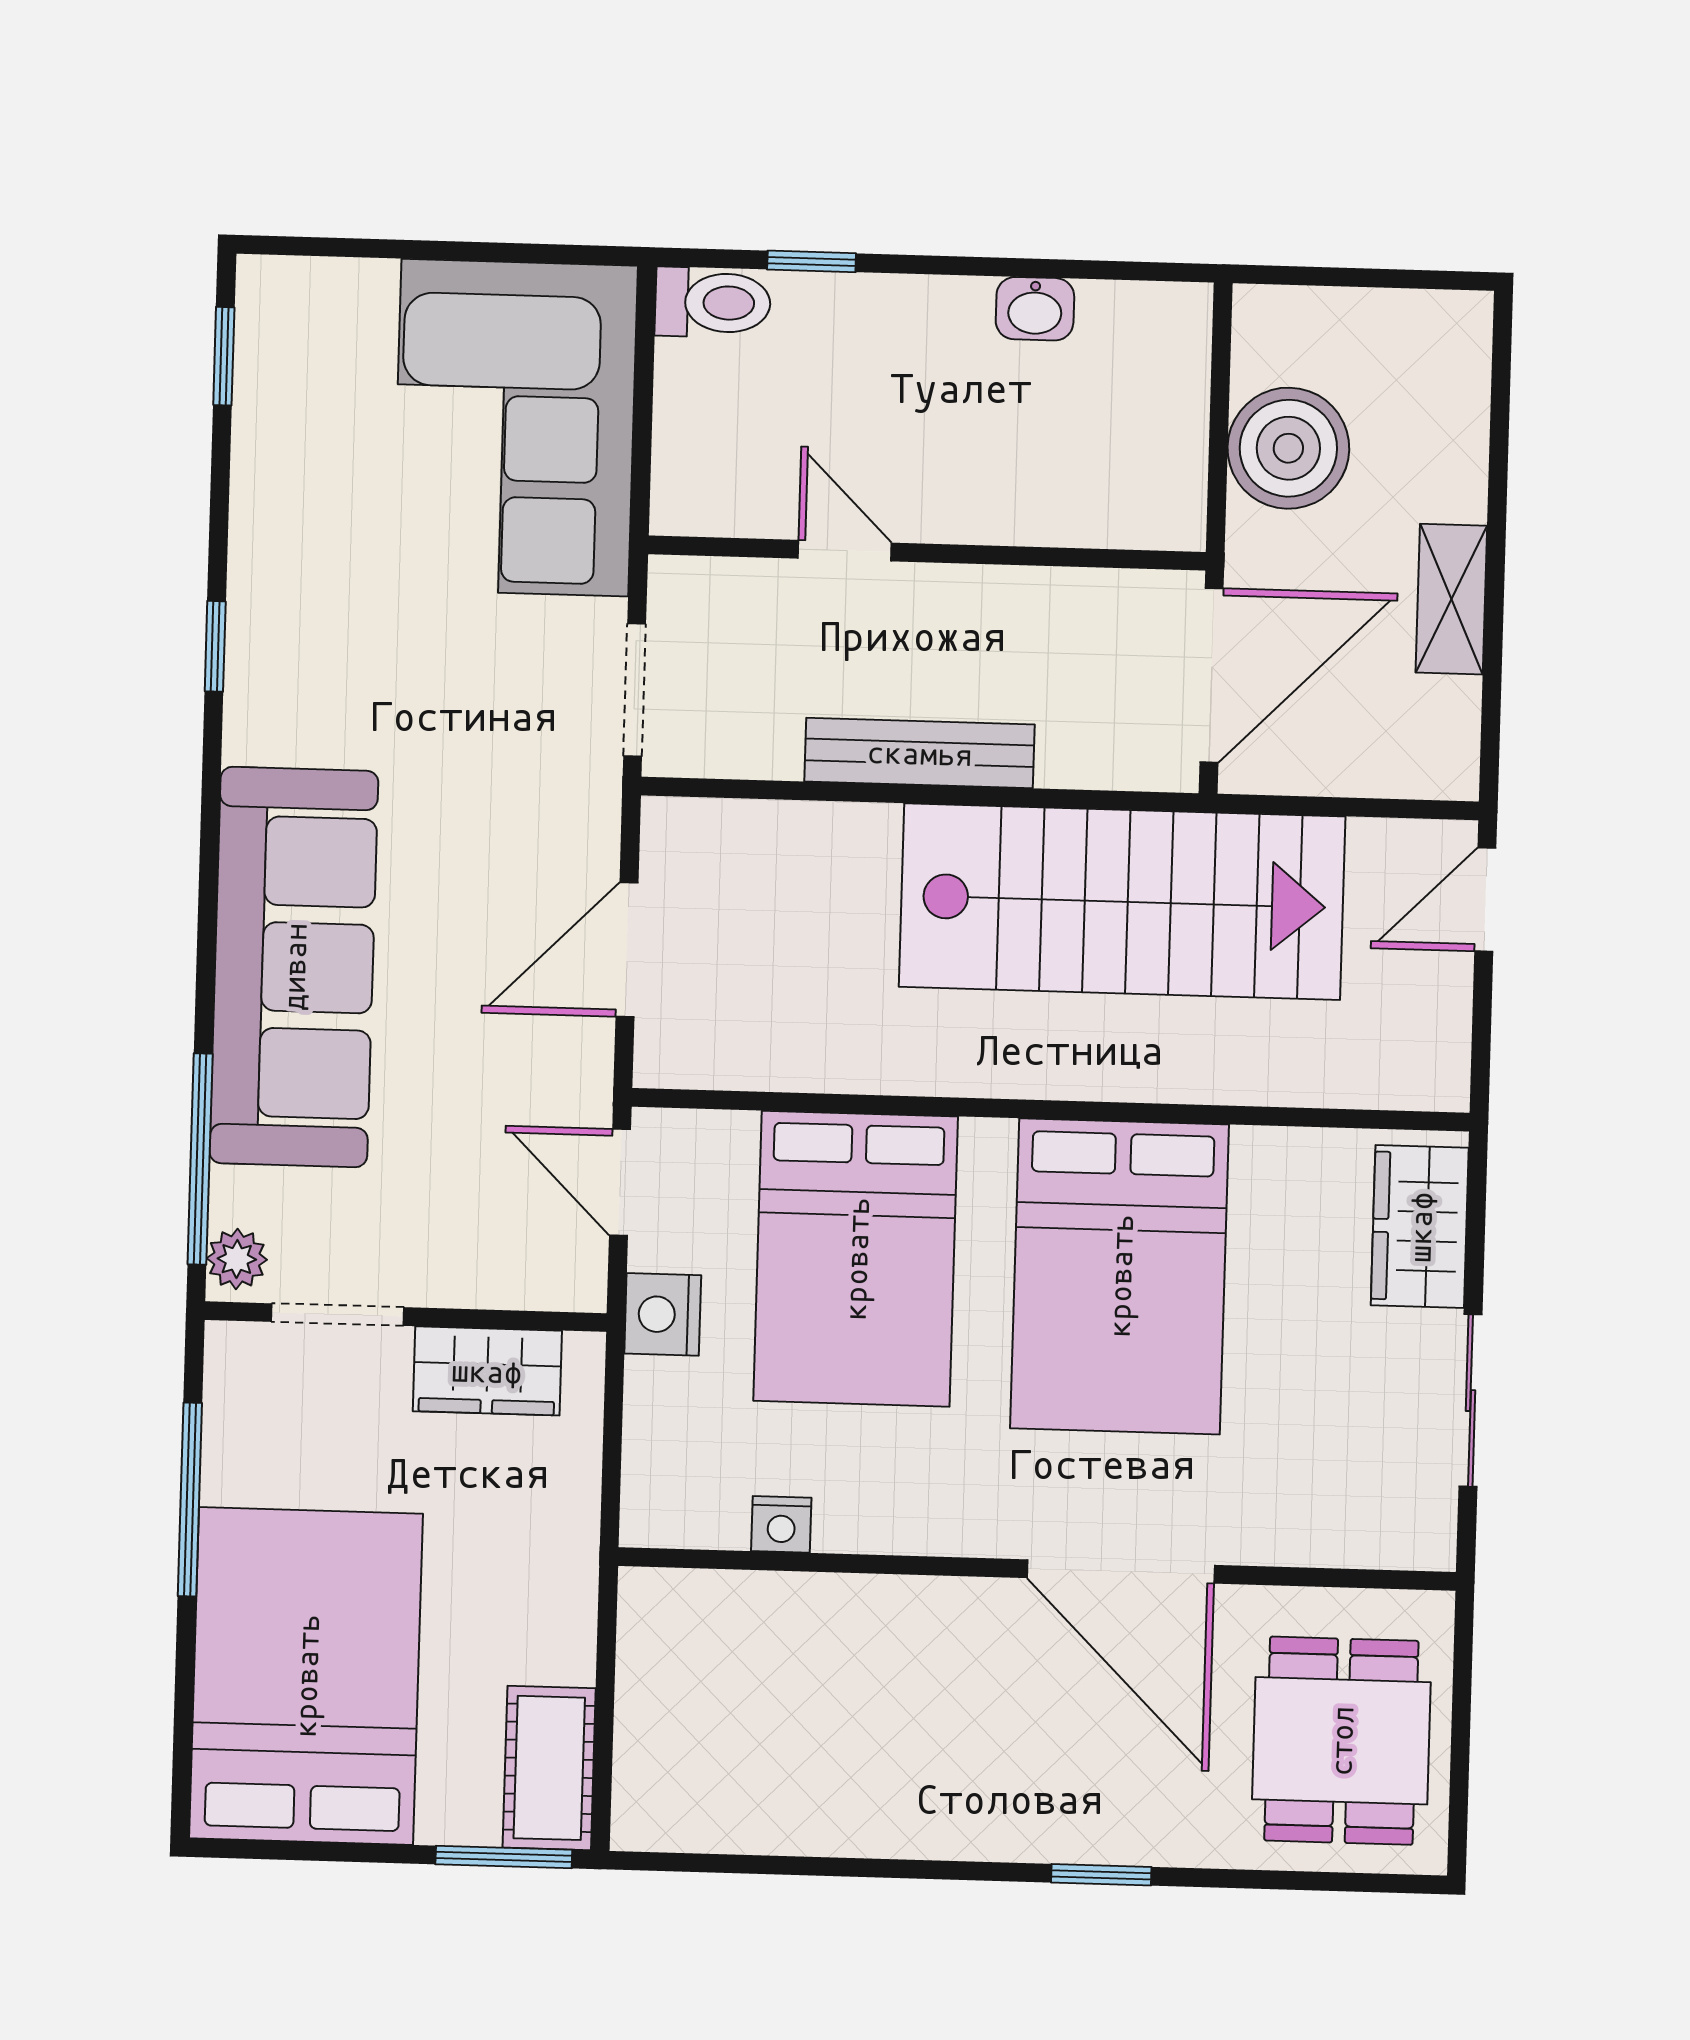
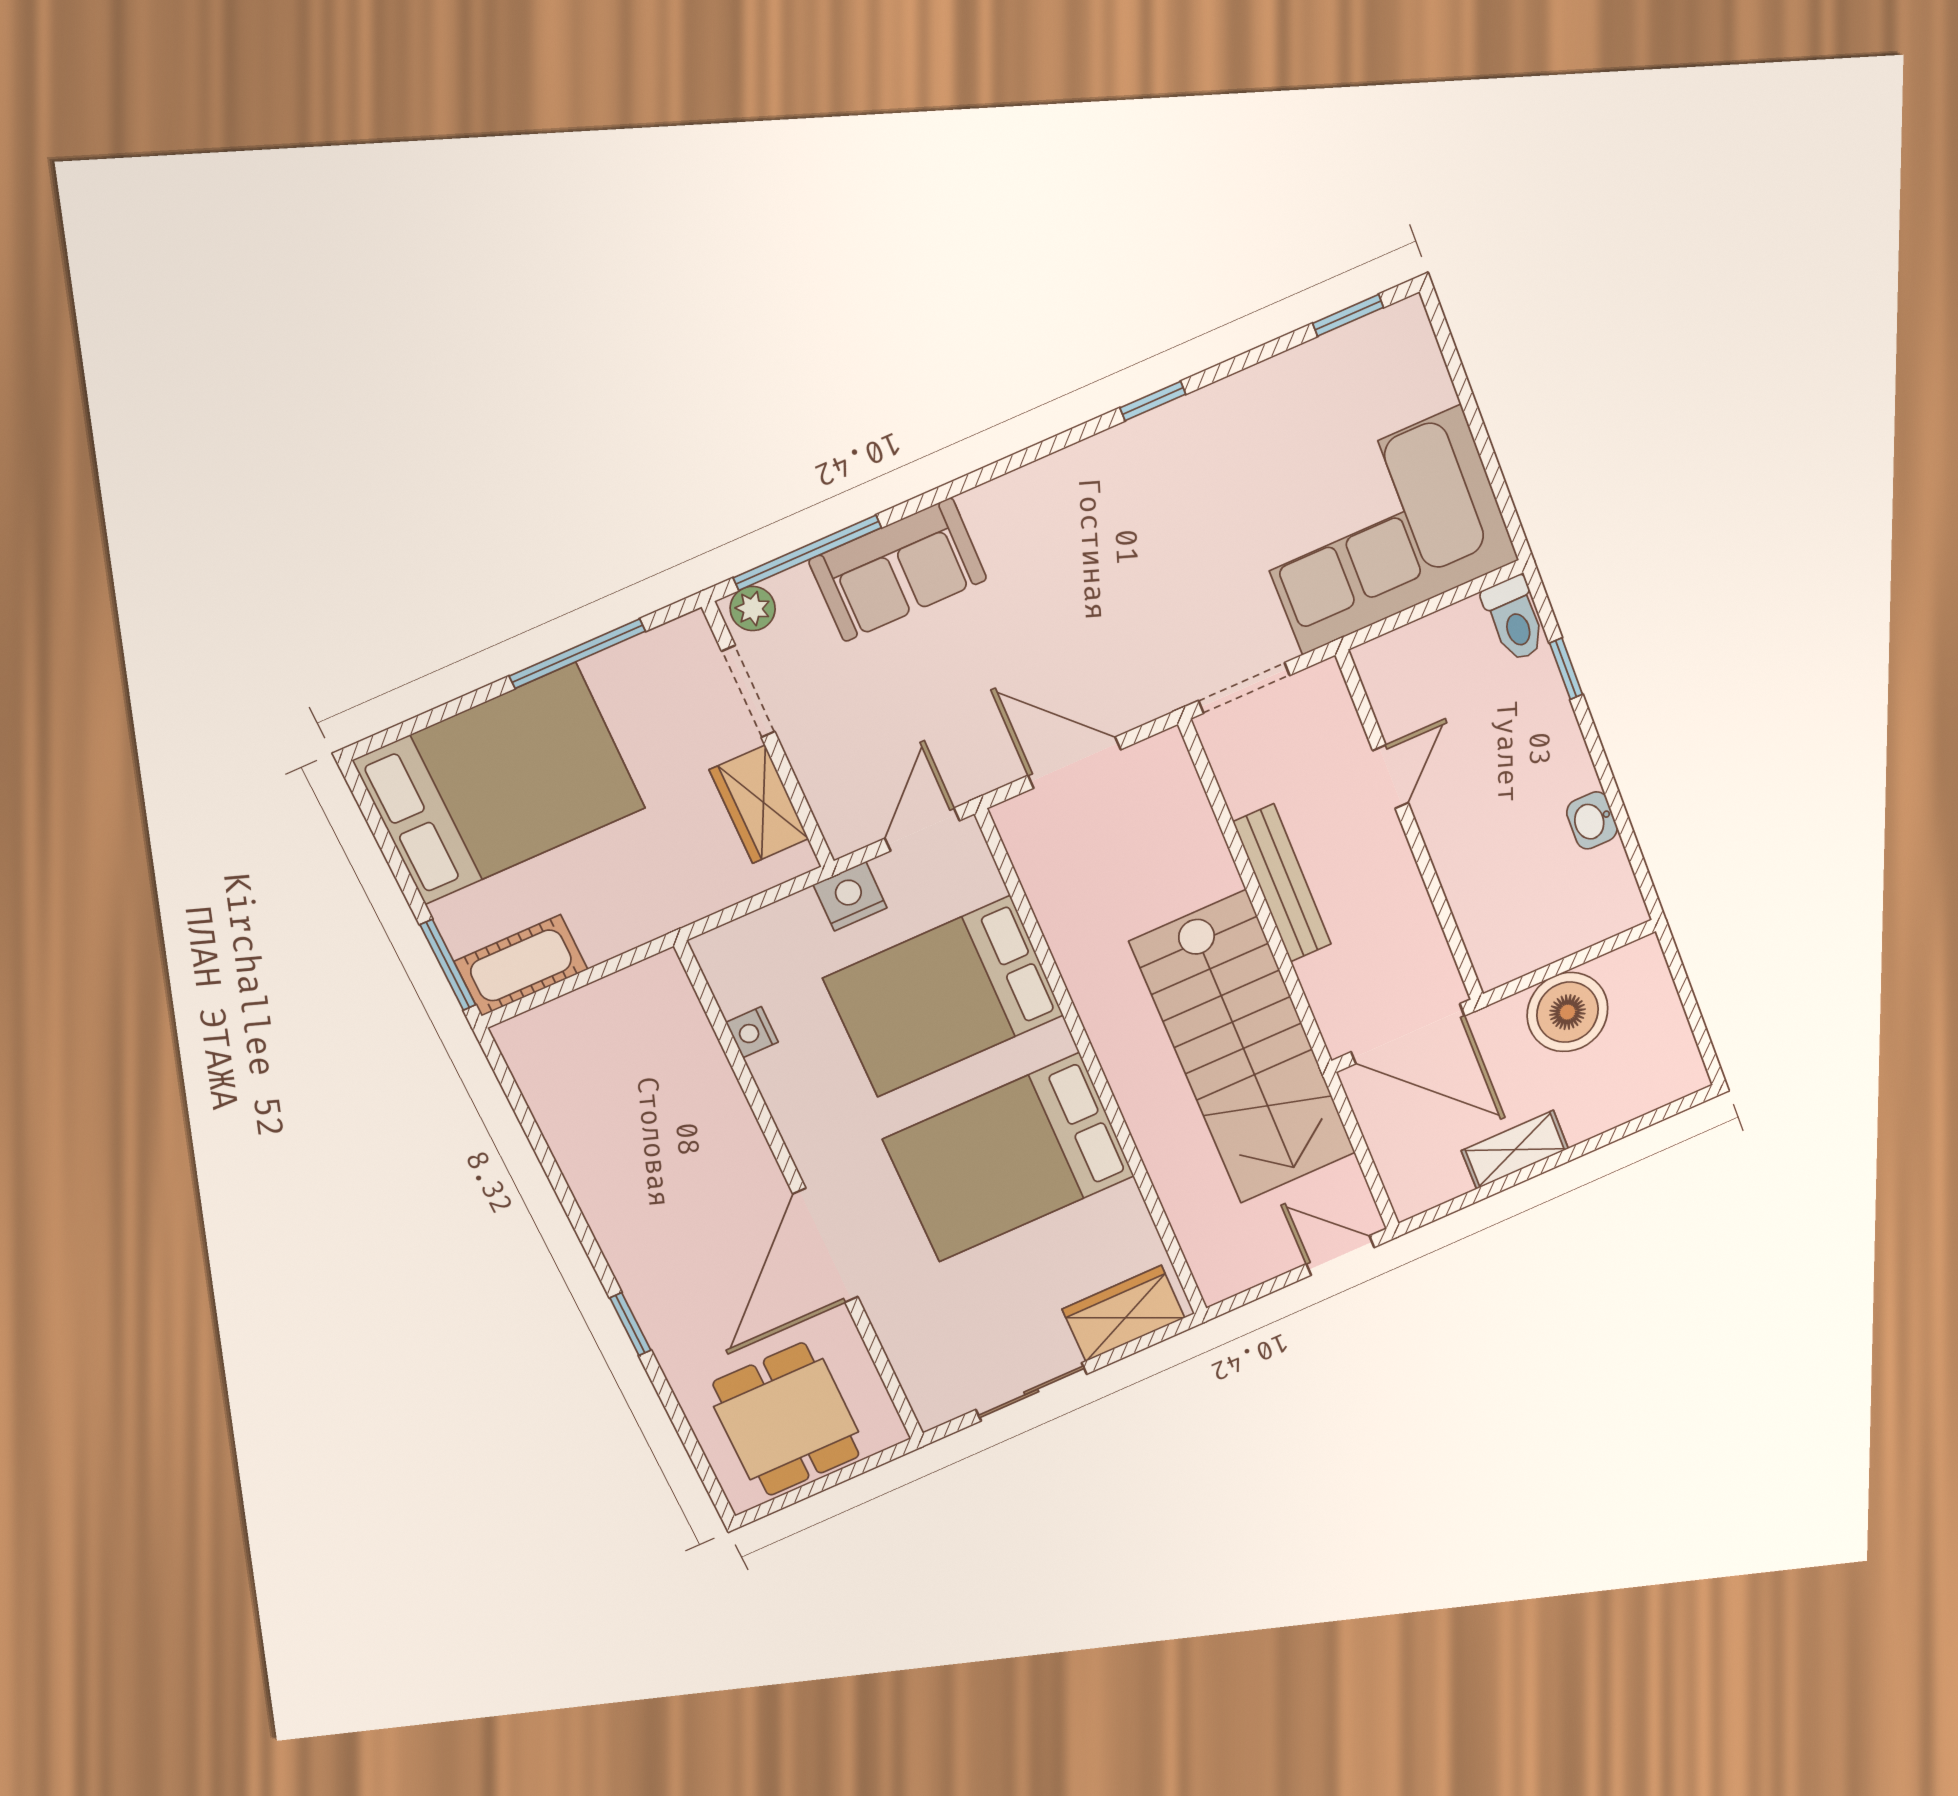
sofa: (294, 967) -> (898, 570), width x0.54, depth x0.79
dining table: (1341, 1741) -> (786, 1419), turned 90

